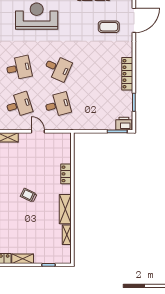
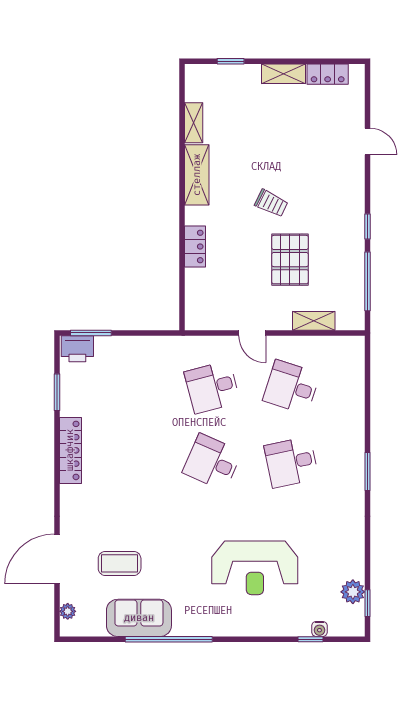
coffee table: (109, 27) -> (120, 563), moved
desk: (19, 105) -> (291, 387), turned 36
pallet: (19, 167) -> (290, 260), added

